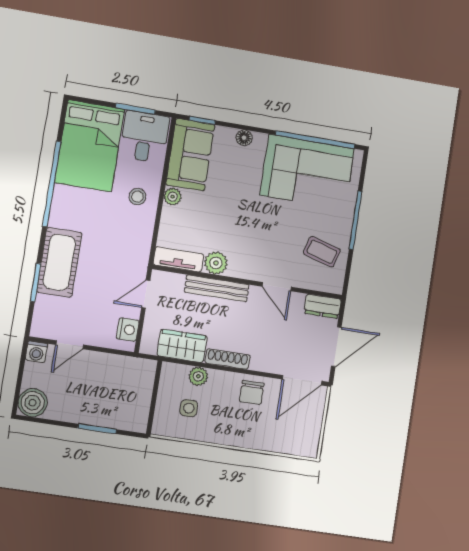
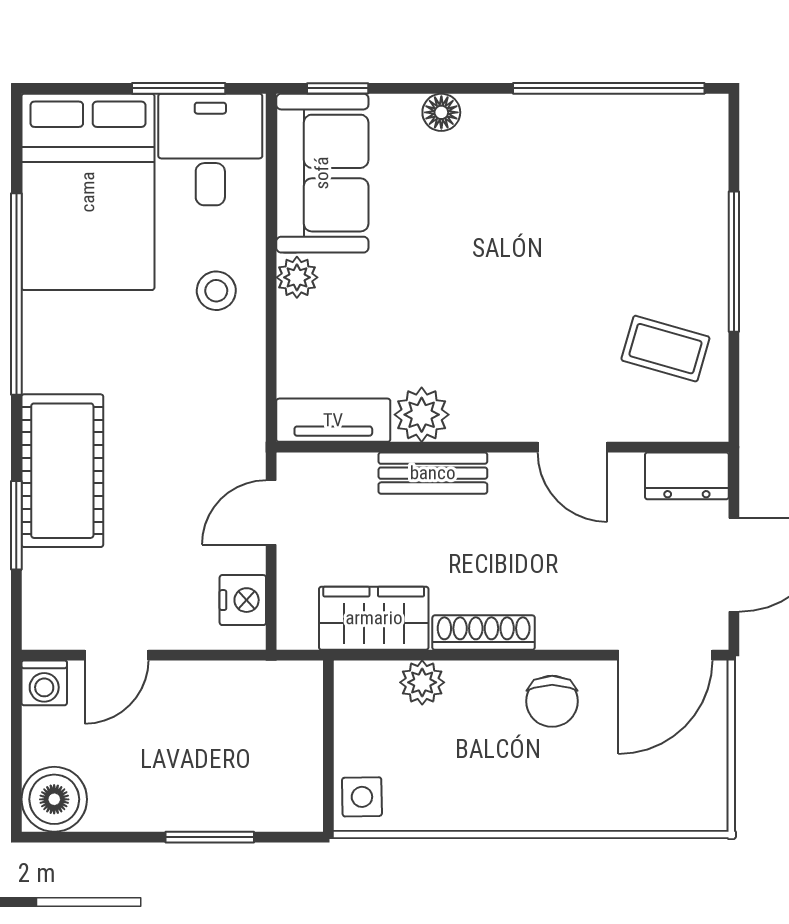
corner sofa: (307, 172) -> (602, 167), removed
bench: (217, 288) -> (433, 473), width x0.73
side table: (189, 408) -> (362, 797), moved

